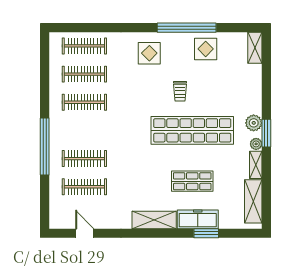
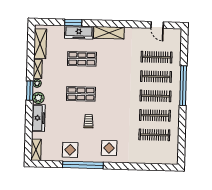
clothes rail: (84, 46) -> (155, 96), moved
freezer: (253, 94) -> (38, 118), added
shop shelf: (192, 130) -> (81, 94), width x0.50, depth x0.74

